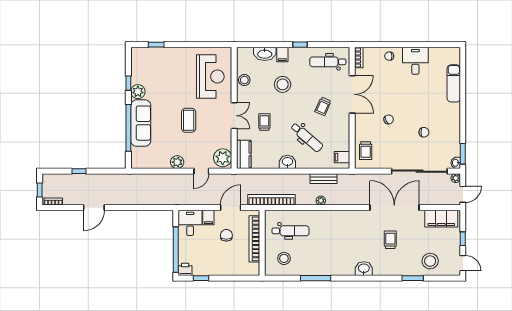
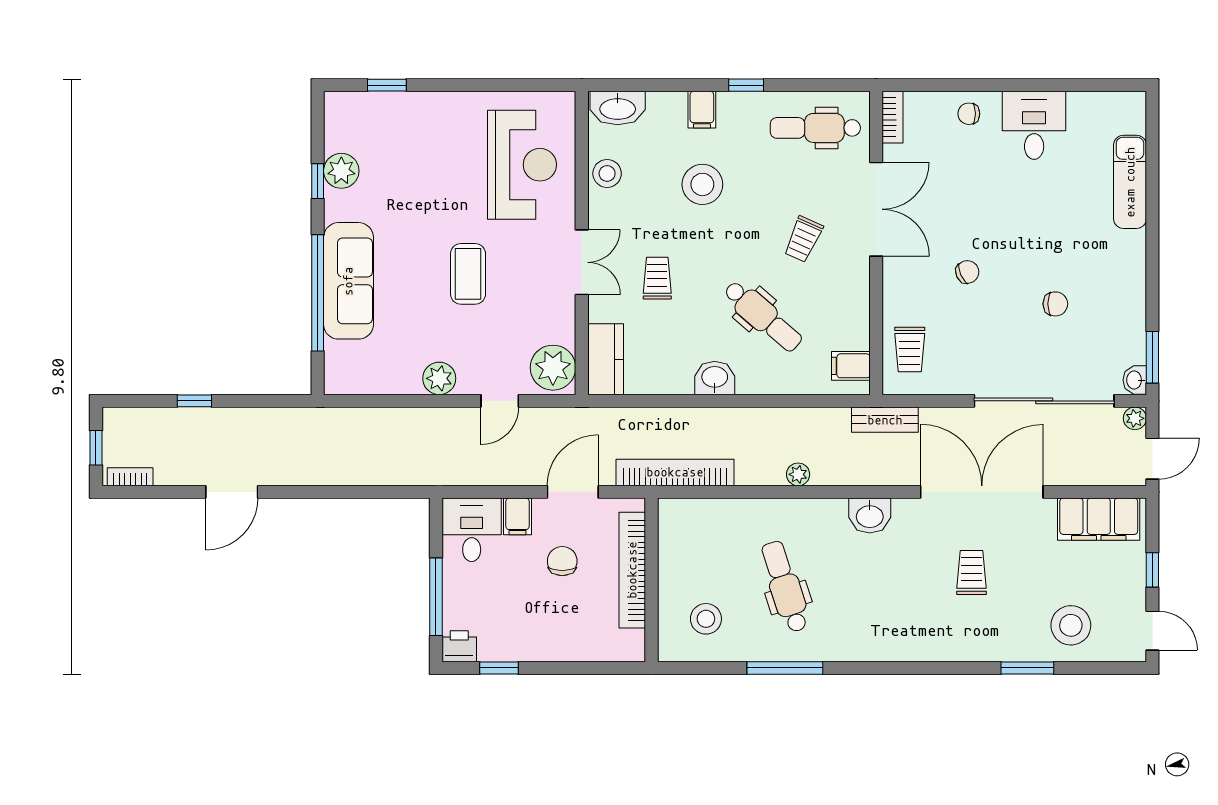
washbasin: (265, 54) -> (618, 108), moved
plant: (138, 92) -> (341, 171), moved
bench: (324, 179) -> (885, 420), moved
dental chair: (290, 231) -> (785, 587), moved, turned -108
window: (176, 250) -> (436, 597), width x0.68
washbasin: (364, 269) -> (870, 516), moved, turned 180

